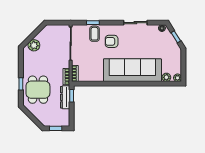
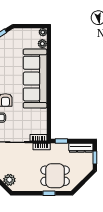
dresser: (65, 97) -> (81, 148), moved

